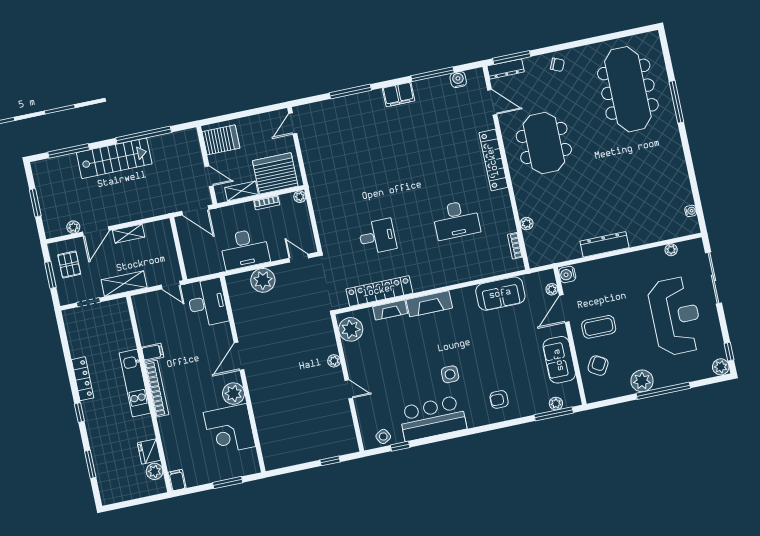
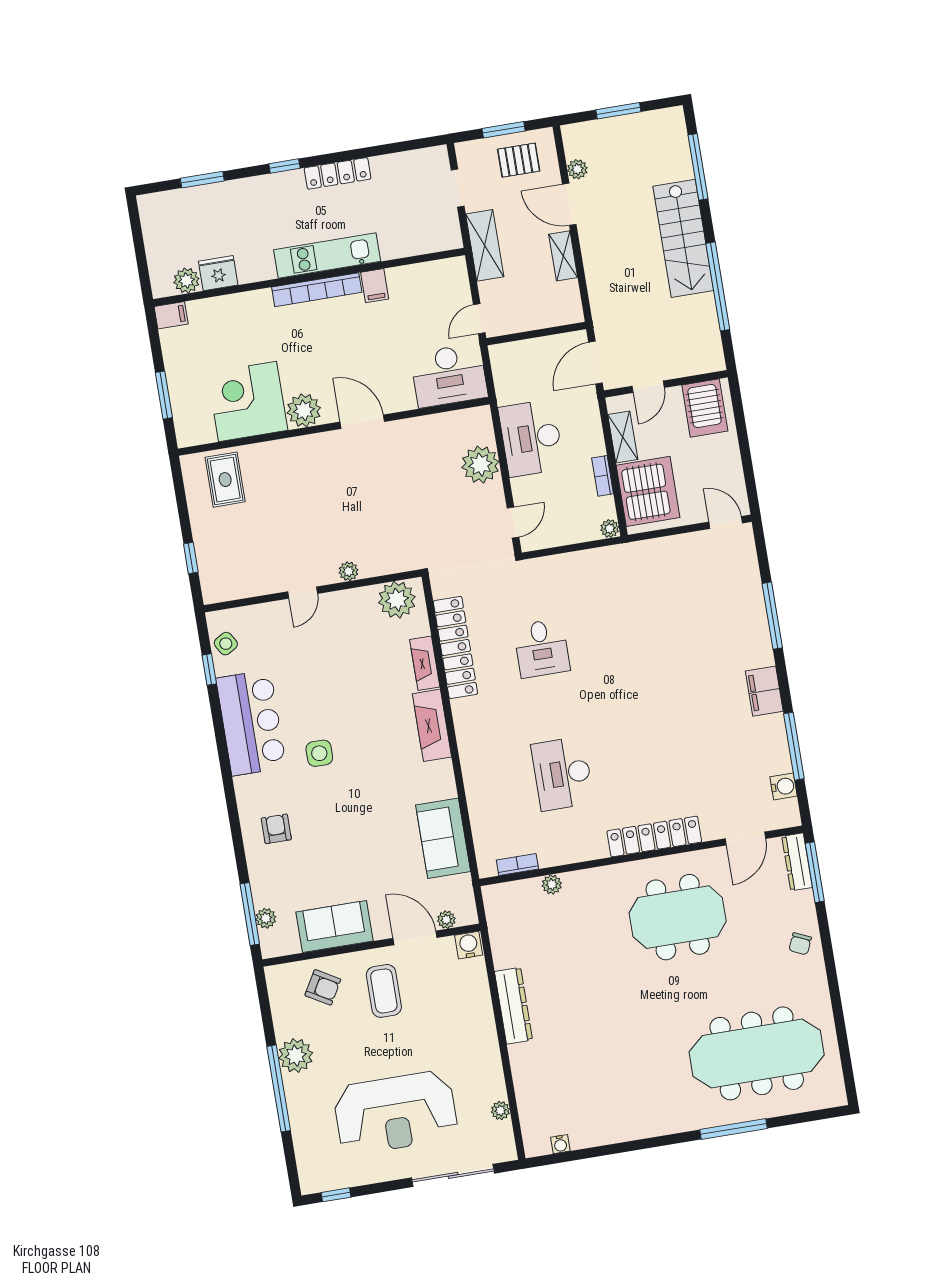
plant: (721, 367) -> (312, 1181), removed
rug: (279, 441) -> (225, 480), added

